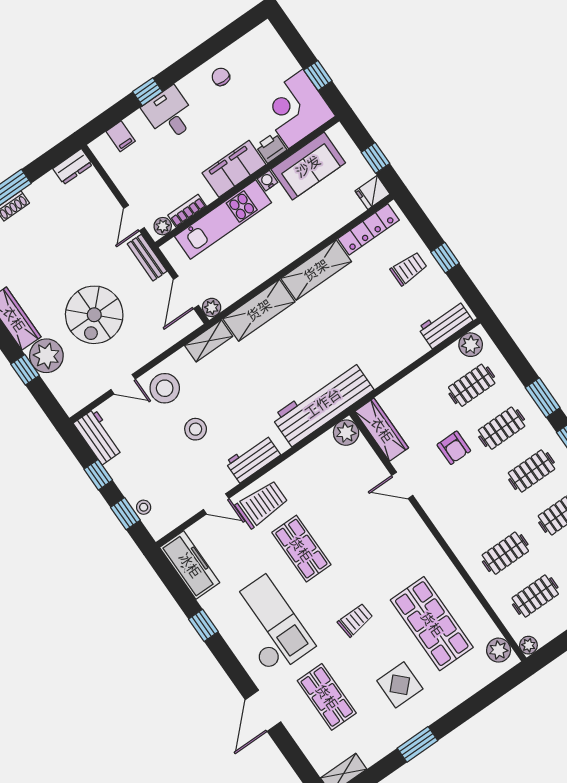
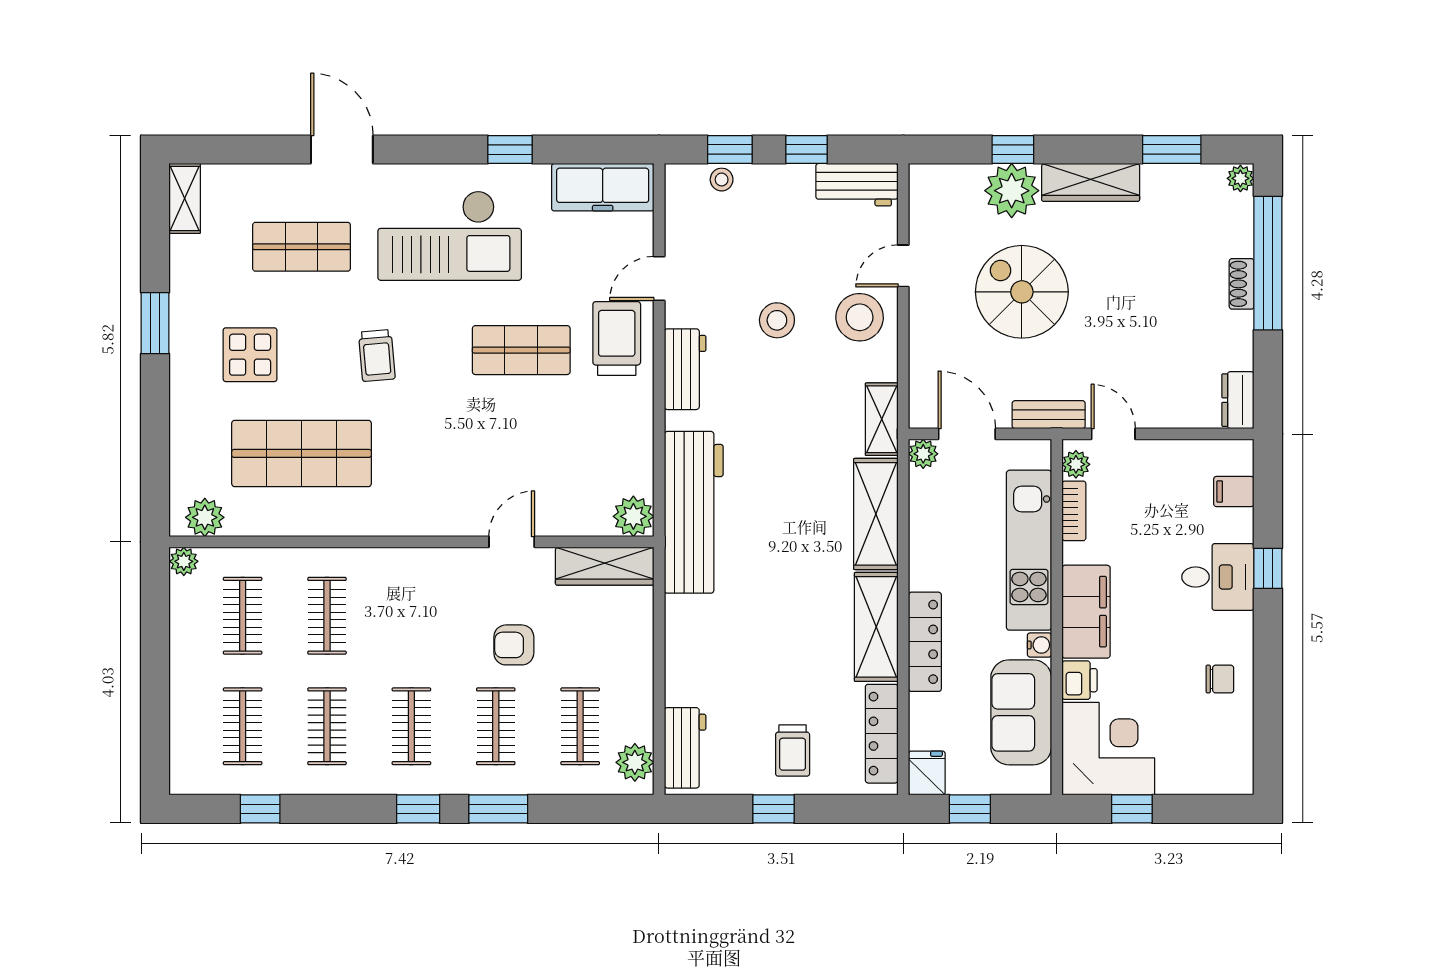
locker: (307, 240) -> (925, 642), added
trolley: (262, 504) -> (617, 338), turned 180

